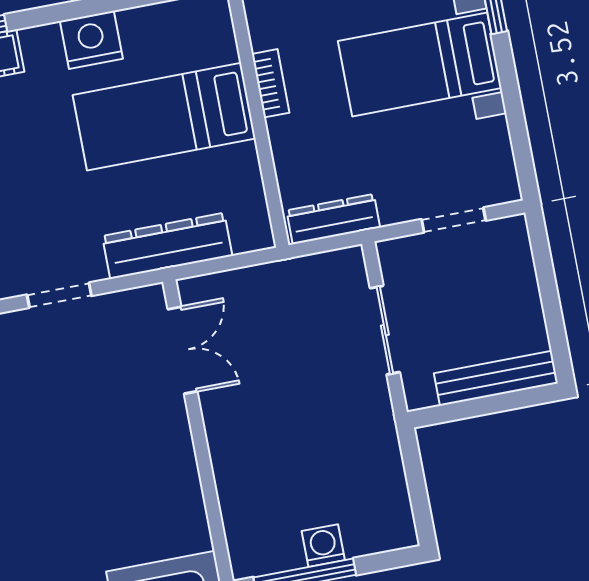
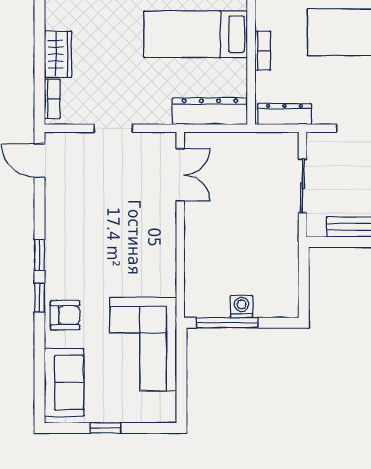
bookcase: (271, 83) -> (263, 51), moved
dresser: (167, 246) -> (210, 111), moved

